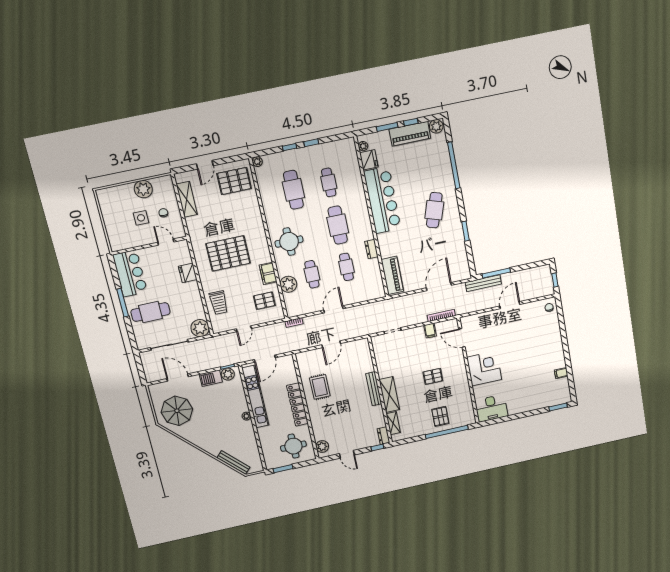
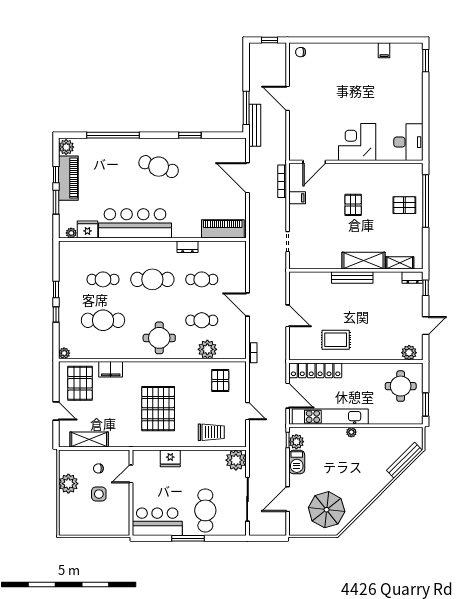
filing cabinet: (268, 273) -> (111, 369), moved
locker: (297, 405) -> (316, 370), moved

